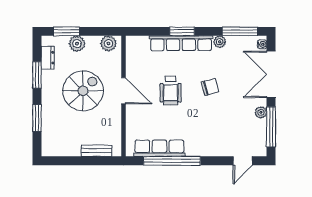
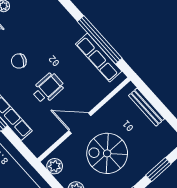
chair: (210, 87) -> (19, 61), turned -47
door: (123, 91) -> (80, 123), hinge flipped
bench: (96, 151) -> (147, 107), width x1.36

